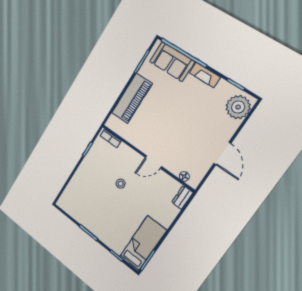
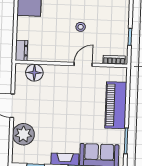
plant: (238, 107) -> (23, 134), moved
door: (153, 162) -> (83, 64), moved
floor lamp: (184, 176) -> (34, 73), width x1.89, depth x1.89

